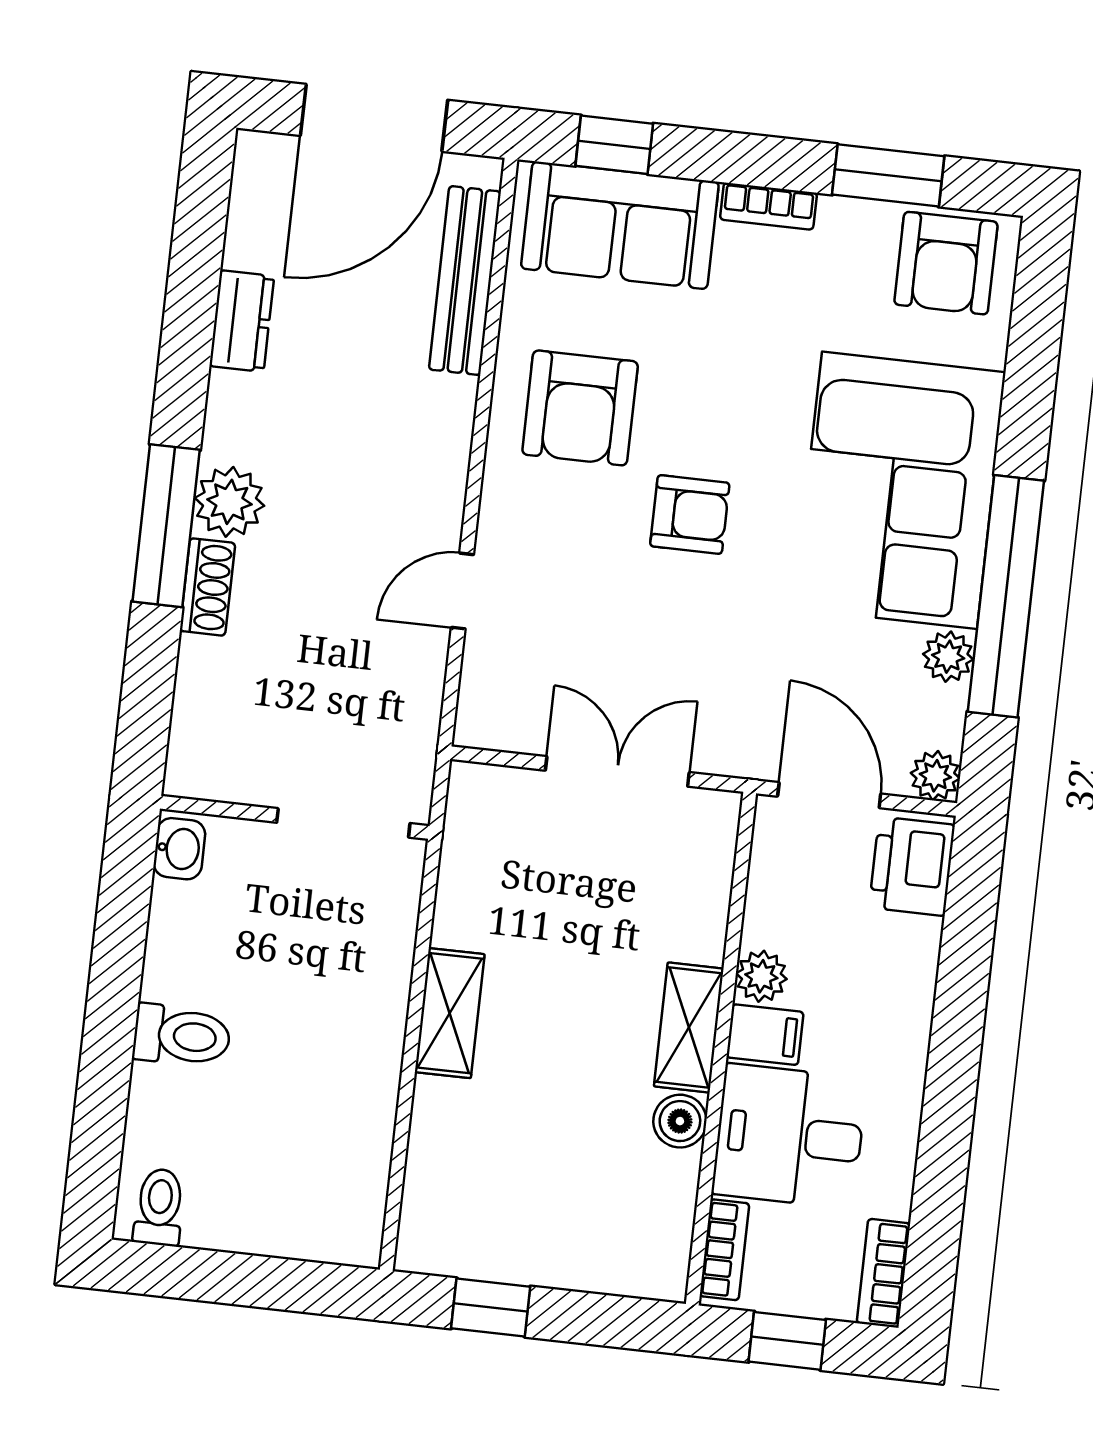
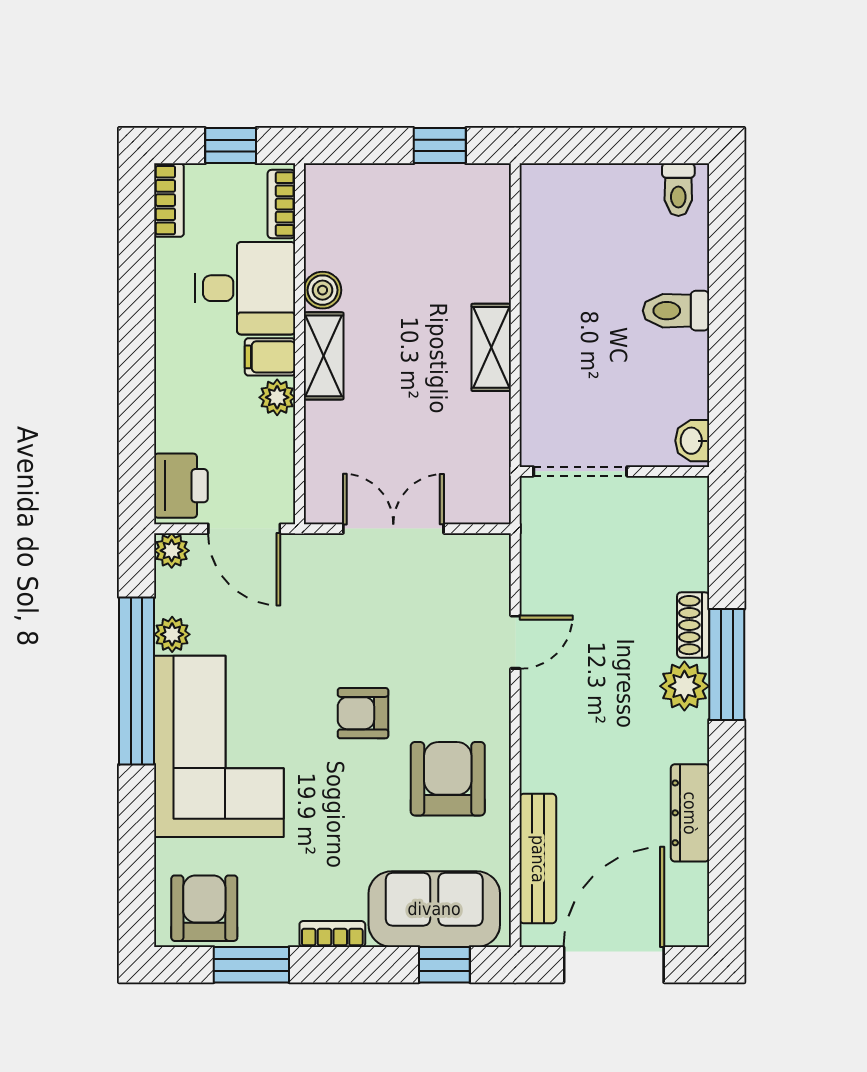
dresser: (242, 321) -> (690, 813), width x1.44
double door: (617, 771) -> (393, 529), swing flipped

